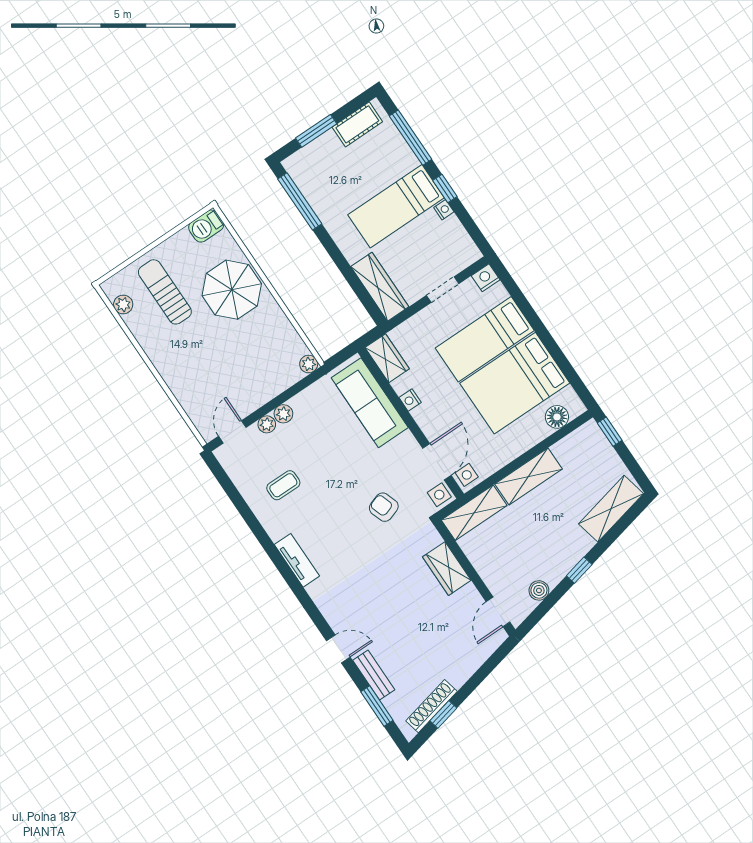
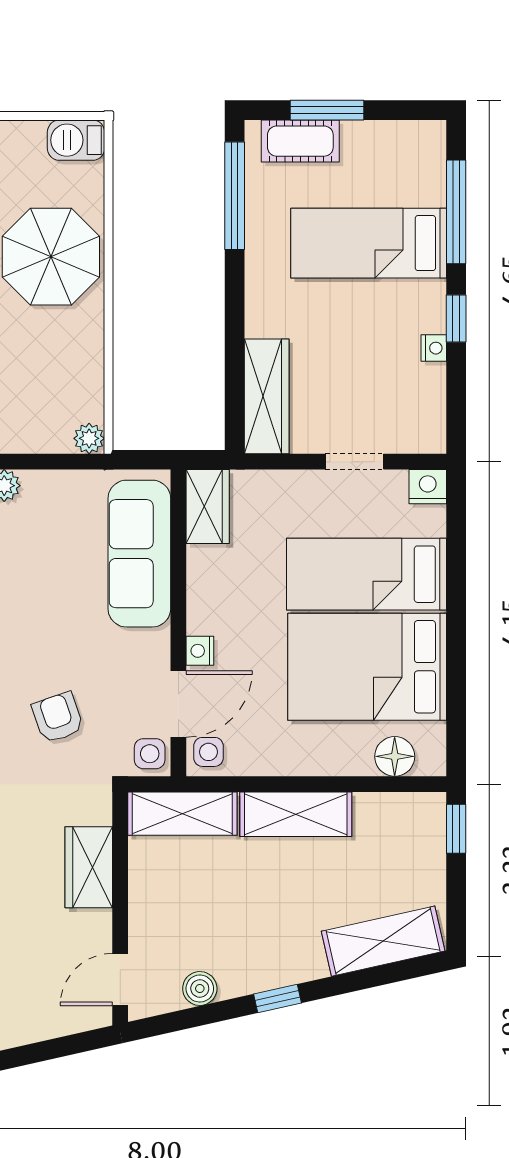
cot: (357, 124) -> (300, 141), moved
bed: (396, 206) -> (369, 243), moved
nightstand: (410, 400) -> (200, 651), moved

